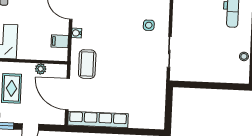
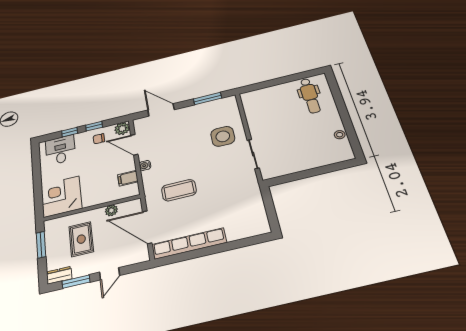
side table: (149, 25) -> (223, 136), width x1.87, depth x1.87
coffee table: (87, 64) -> (179, 190), moved, turned 90

